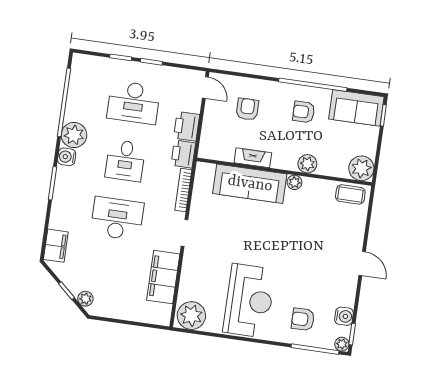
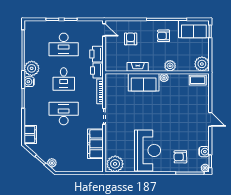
sofa: (250, 184) -> (144, 82), width x0.73

